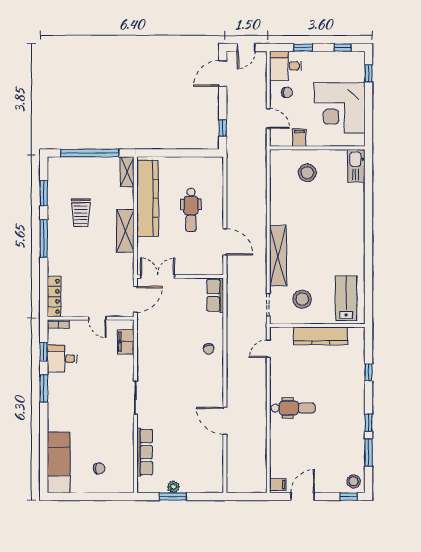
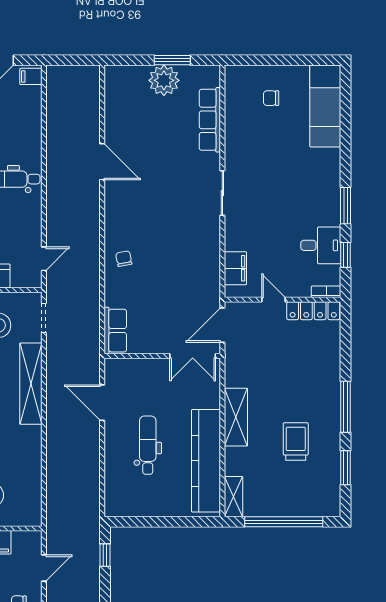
door: (268, 118) -> (44, 568), swing flipped
locker: (54, 296) -> (313, 311), moved, turned -90
plant: (174, 487) -> (164, 80), width x1.88, depth x1.88

